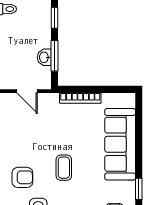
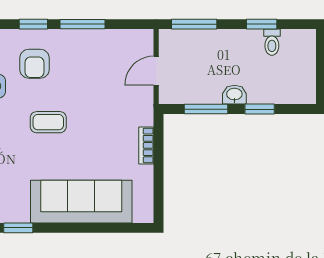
washbasin: (44, 57) -> (234, 95), moved
bookcase: (80, 98) -> (146, 145), width x0.64

